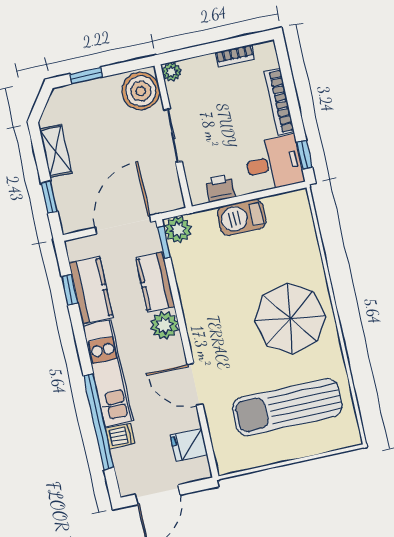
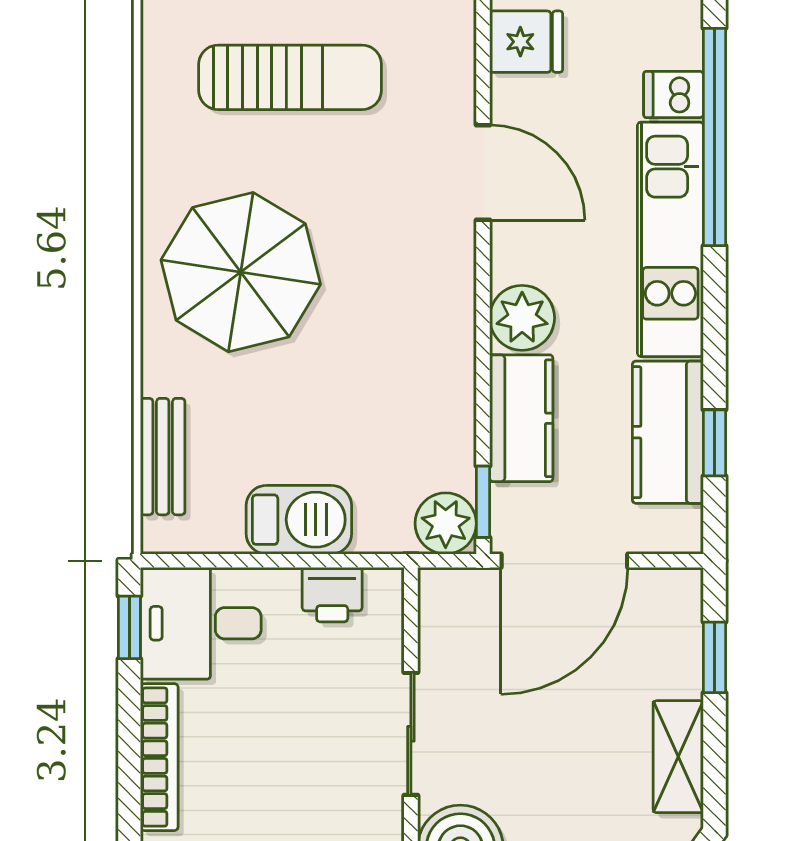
bench: (306, 232) -> (163, 457), added
sun lounger: (287, 407) -> (290, 77), width x0.73, depth x0.75

